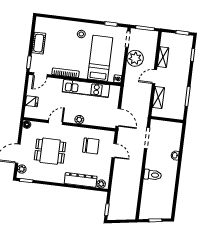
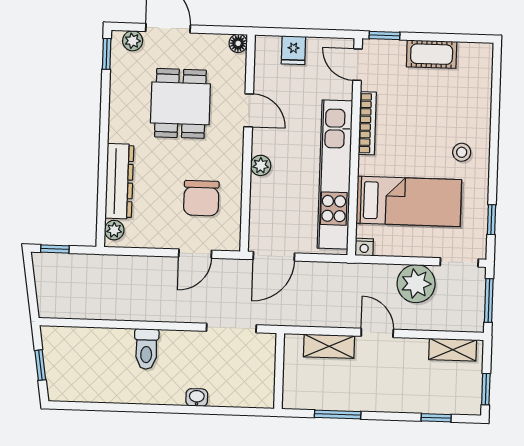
shelving: (163, 57) -> (453, 350), moved
kitchen unit: (86, 88) -> (335, 174), width x1.36

